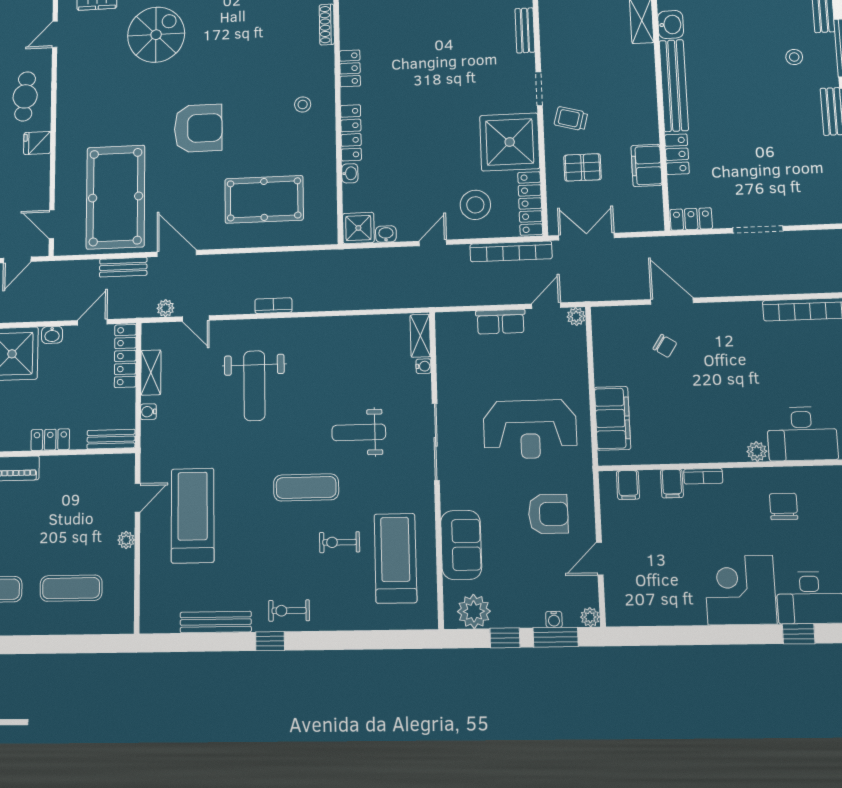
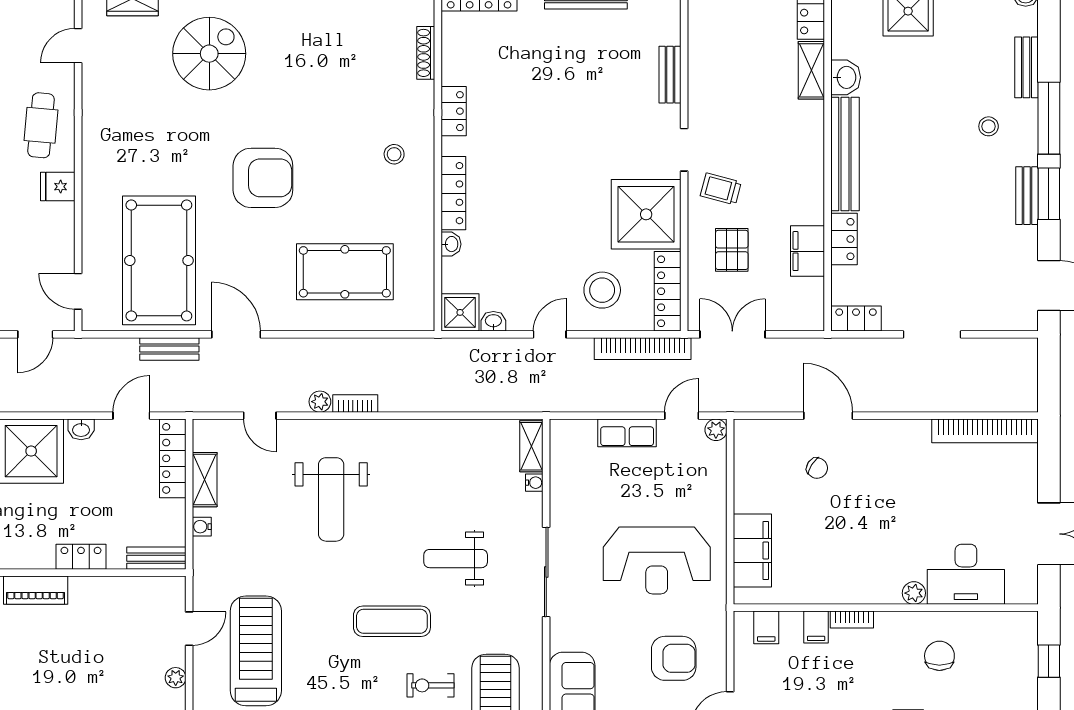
pallet: (583, 167) -> (732, 250), turned 90
plant: (166, 308) -> (320, 402), moved

